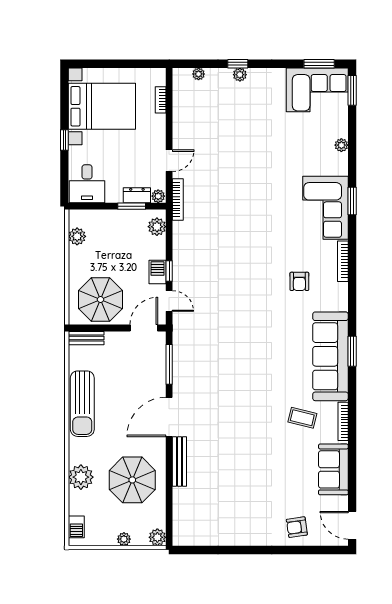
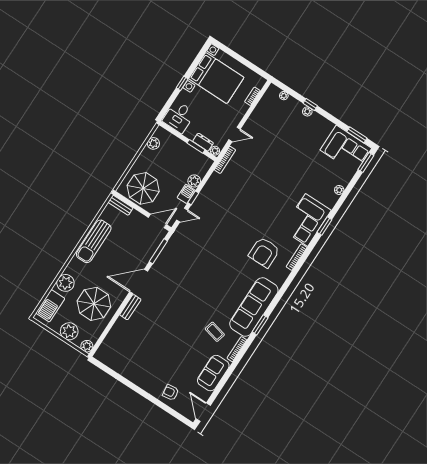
plant: (157, 227) -> (194, 181), moved
armchair: (299, 281) -> (264, 252), width x1.88, depth x1.88
door: (169, 301) -> (182, 215), hinge flipped
window: (352, 351) -> (260, 325), moved
bench: (179, 462) -> (130, 307), width x0.73
barbecue: (76, 527) -> (50, 306), width x1.88, depth x1.53
plant: (124, 539) -> (69, 331), width x1.88, depth x1.88

